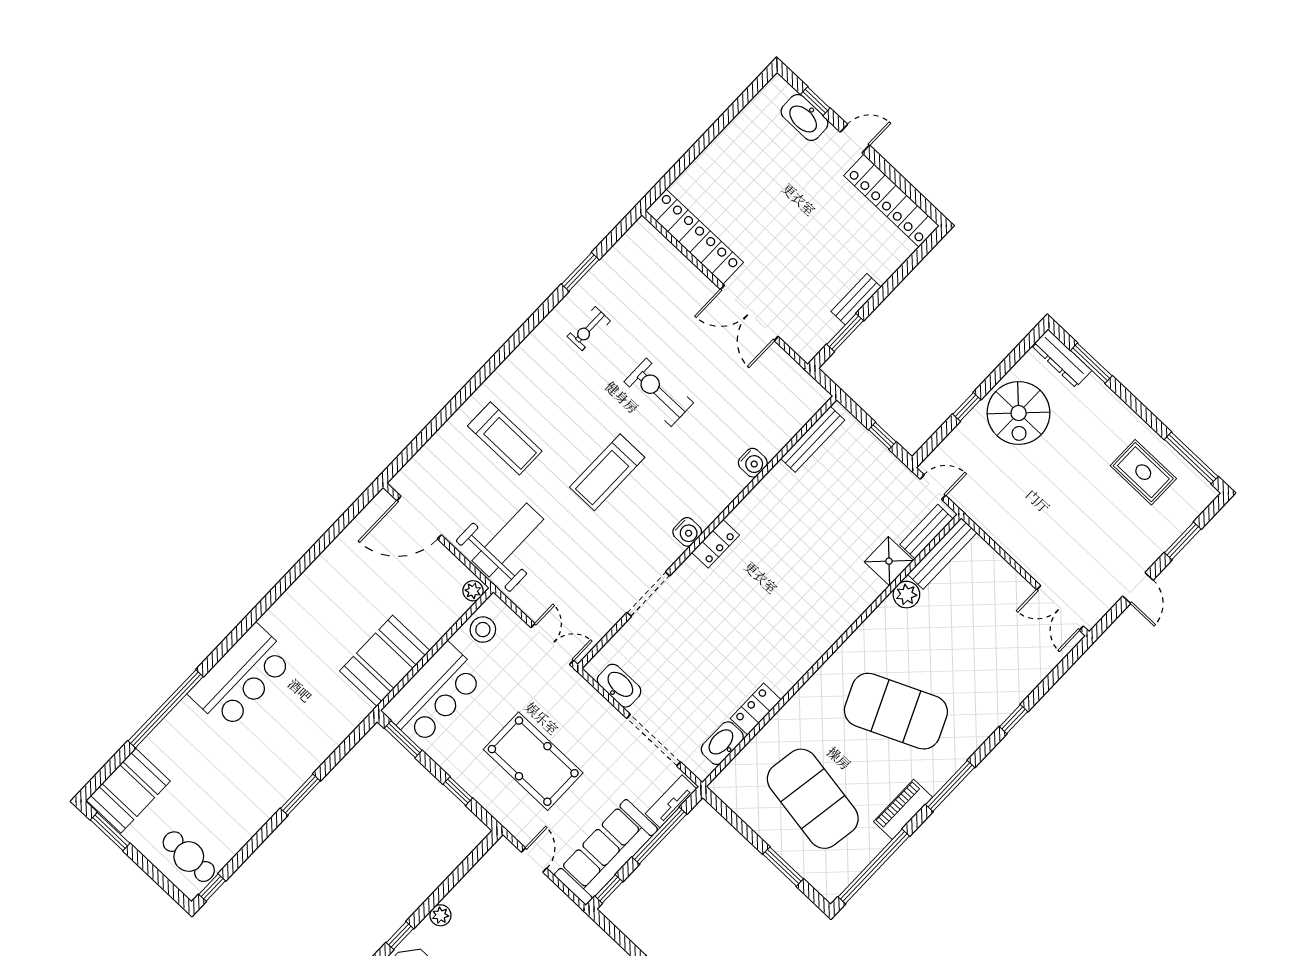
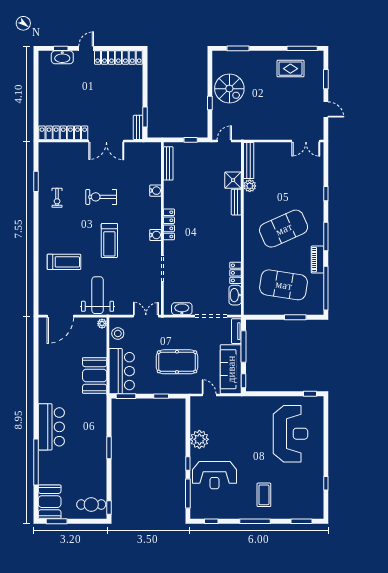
bench: (856, 299) -> (138, 127), moved
dresser: (1062, 358) -> (226, 56), removed
bench: (926, 532) -> (236, 202), moved
locker: (715, 544) -> (169, 224), width x1.53
plant: (440, 915) -> (199, 439), width x1.88, depth x1.88

